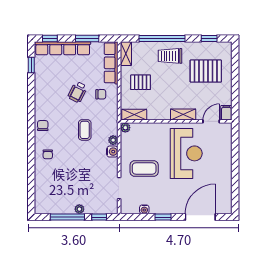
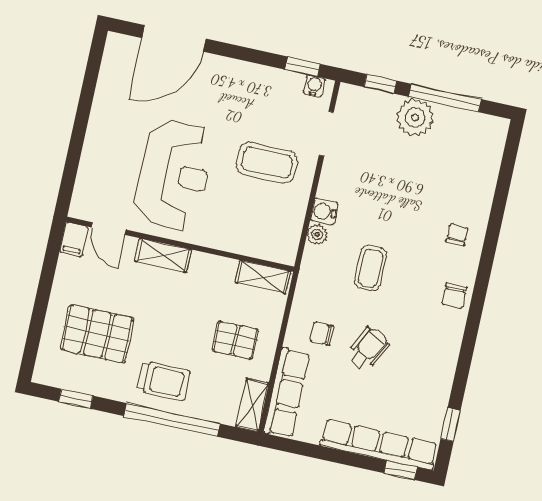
window: (87, 39) -> (325, 453), removed
door: (211, 121) -> (109, 229), hinge flipped
plant: (125, 128) -> (287, 255), removed
reception desk: (186, 153) -> (174, 175), turned 180
plant: (79, 209) -> (415, 117), width x1.87, depth x1.87
water cooler: (144, 209) -> (314, 86), moved
window: (163, 217) -> (303, 67), moved

